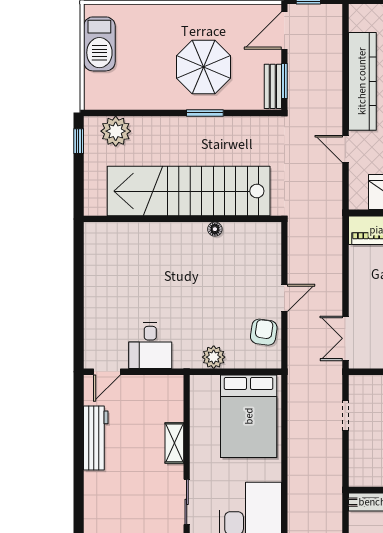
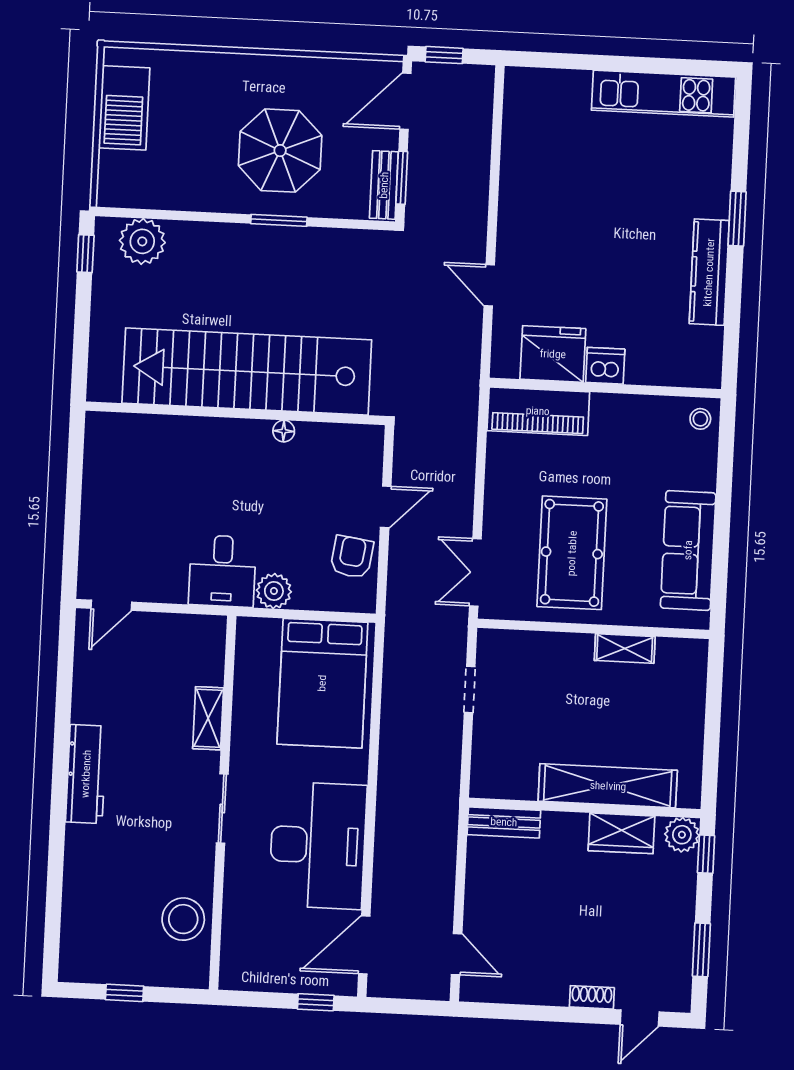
kitchen counter: (362, 81) -> (520, 184), removed
stairs: (189, 191) -> (247, 371), moved
wall: (183, 219) -> (235, 413), moved
floor lamp: (215, 229) -> (284, 431), moved
desk: (150, 346) -> (222, 571), moved
workbench: (96, 438) -> (86, 774), moved

